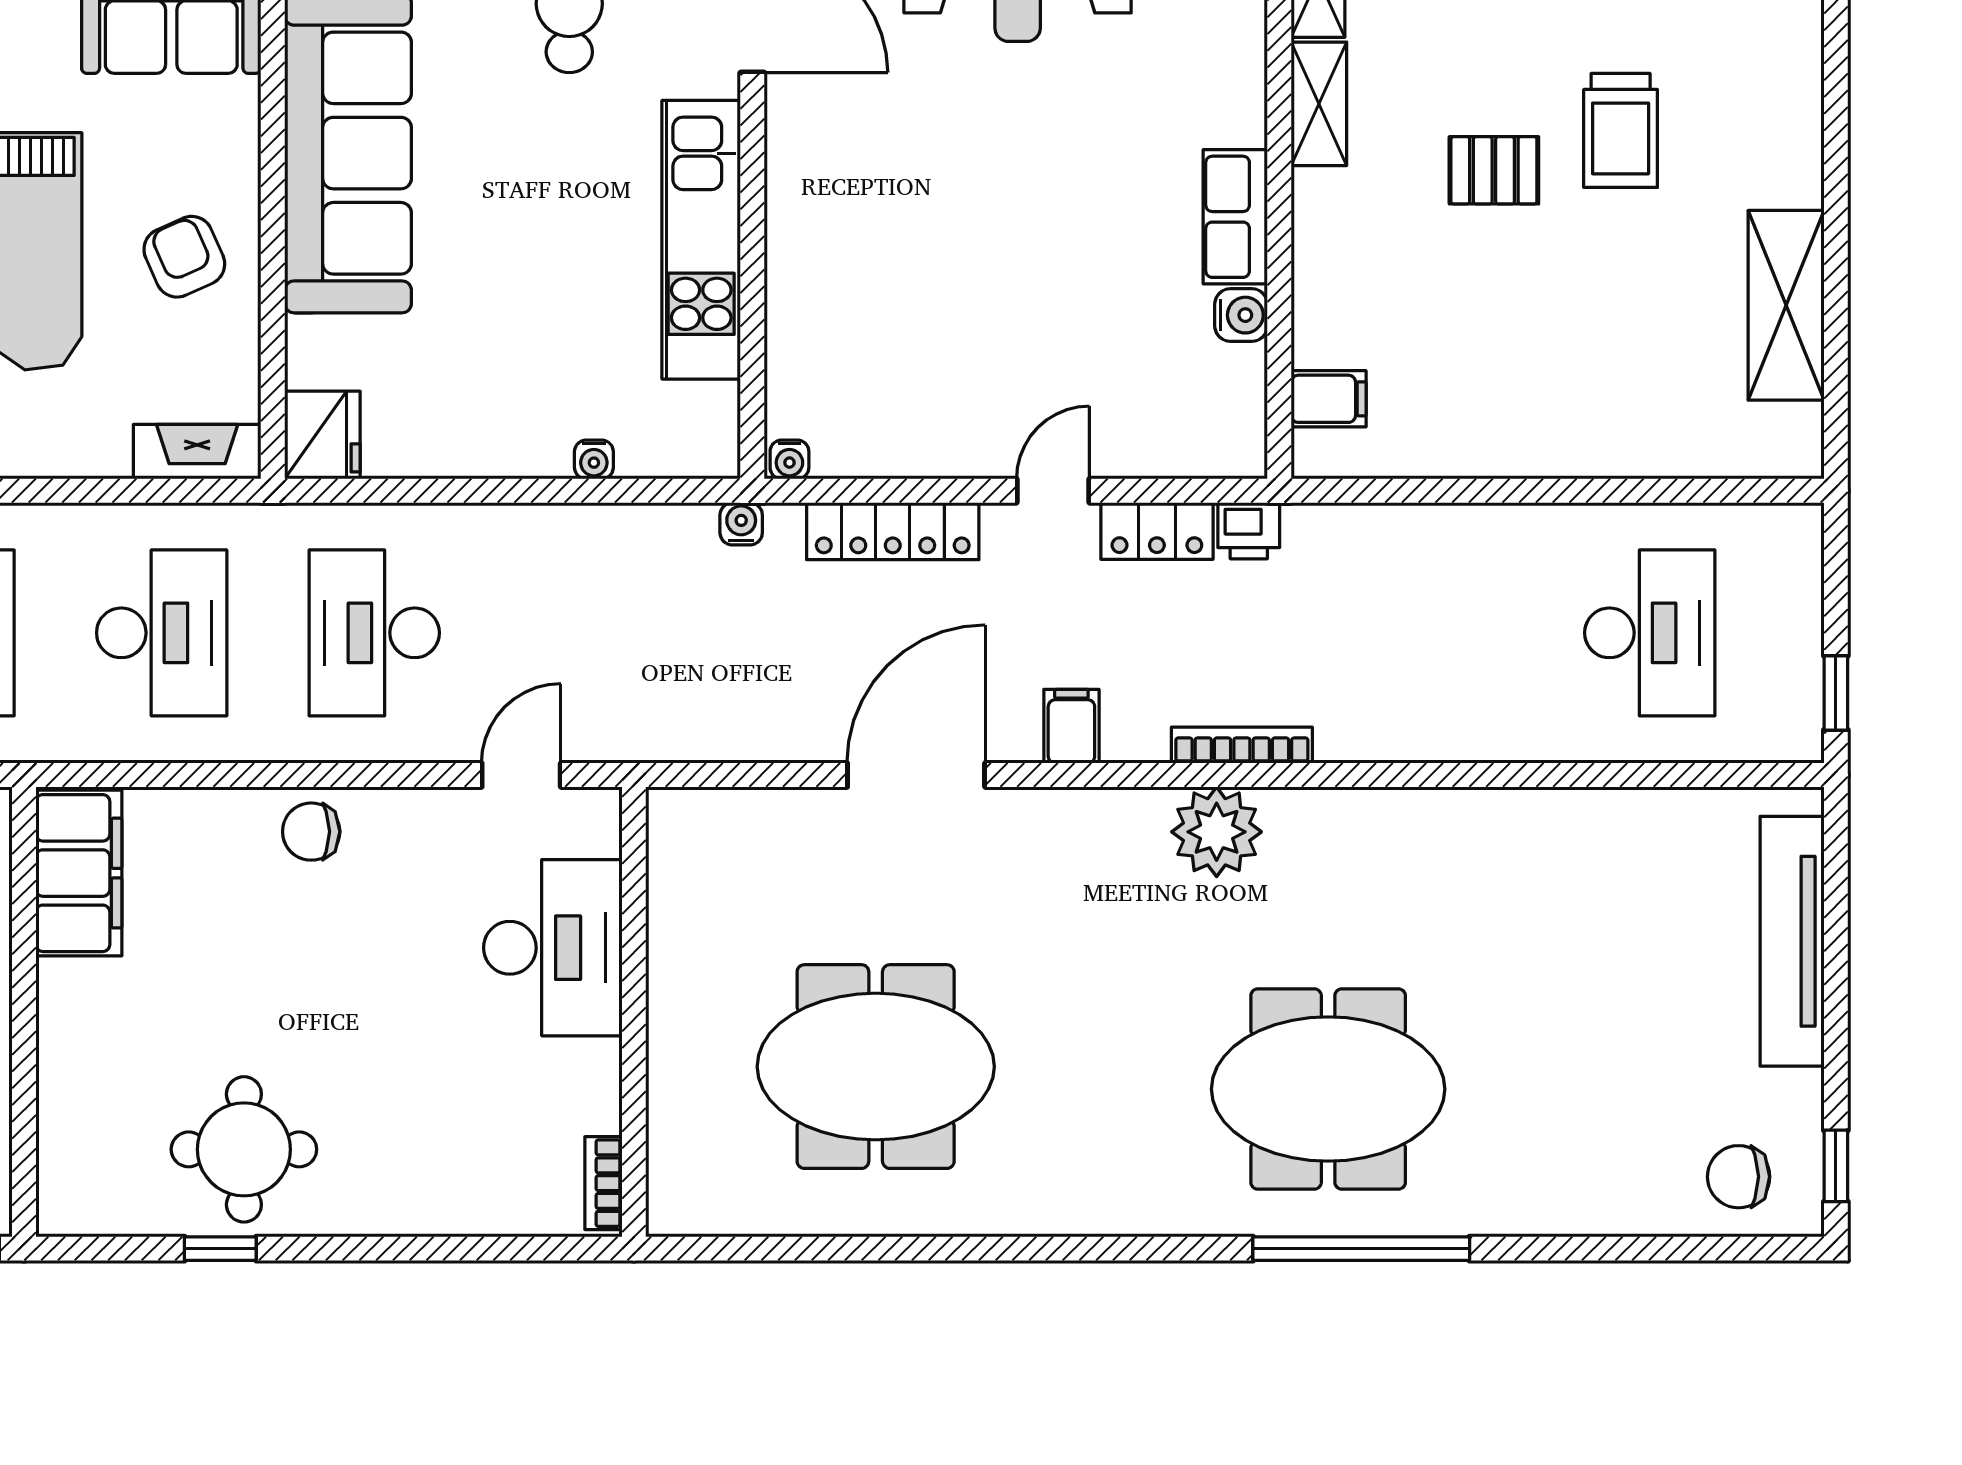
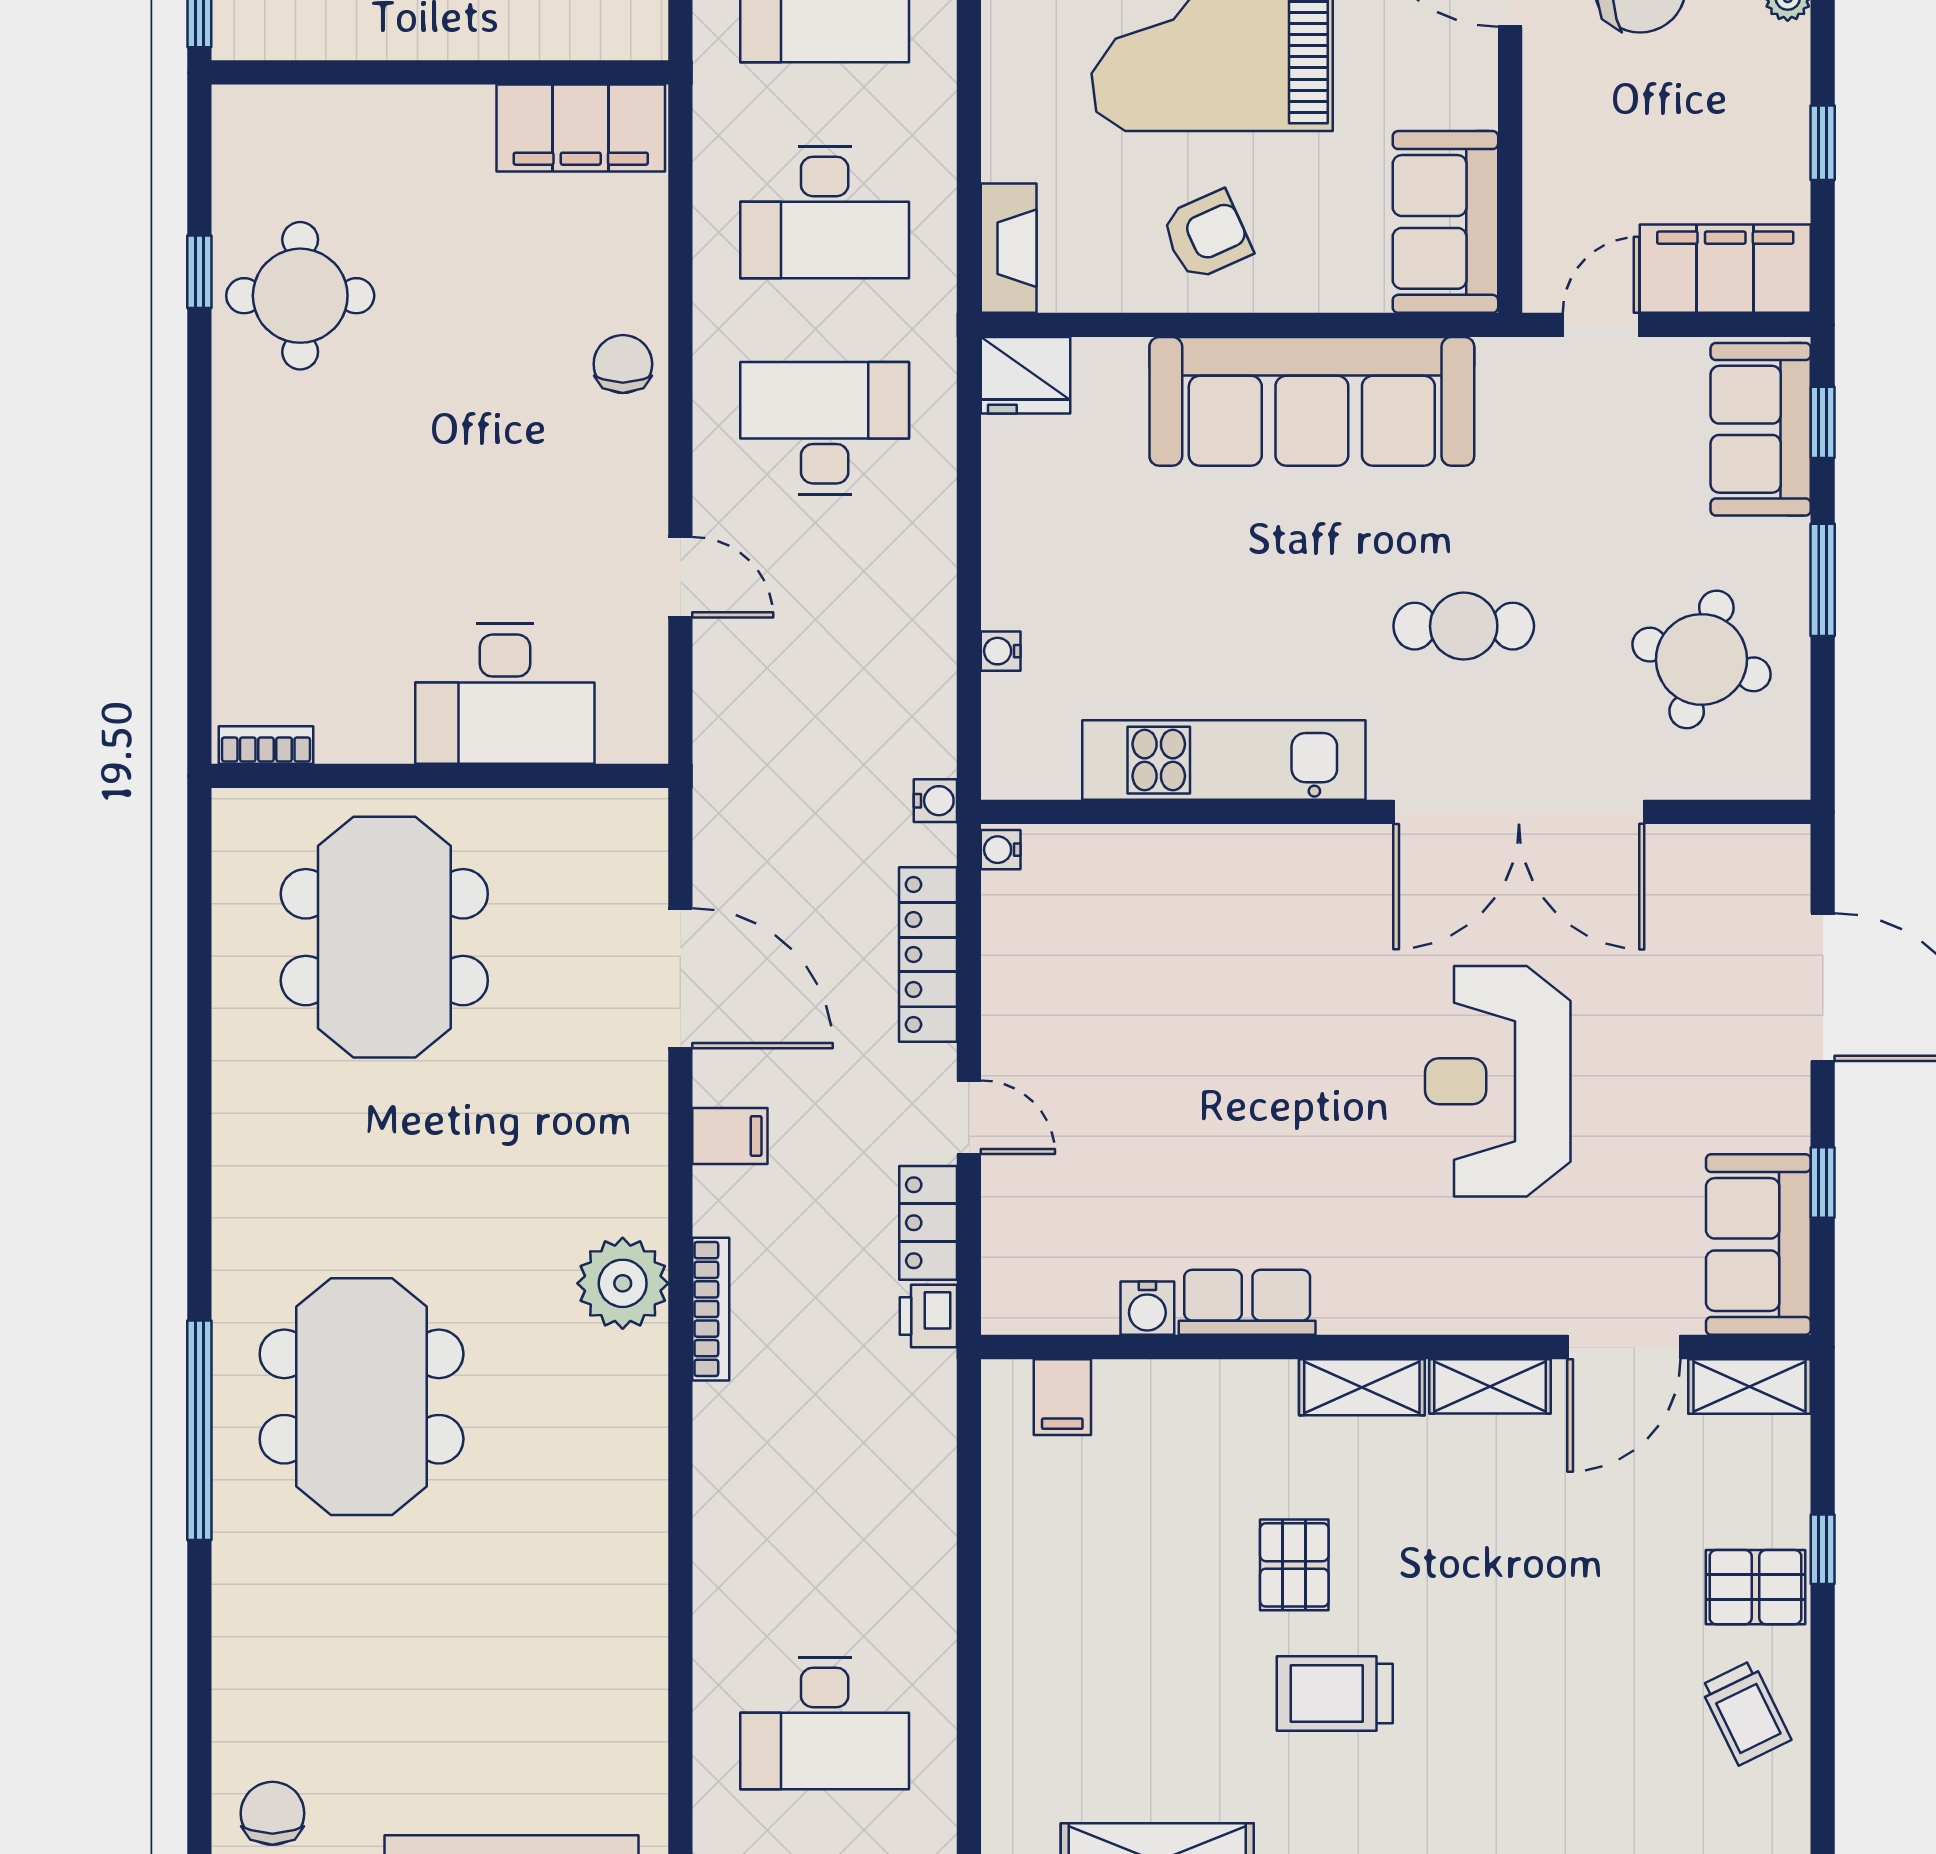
desk: (553, 948) -> (505, 694), moved
wall: (634, 1012) -> (440, 776), moved
bookcase: (603, 1183) -> (266, 745), moved

